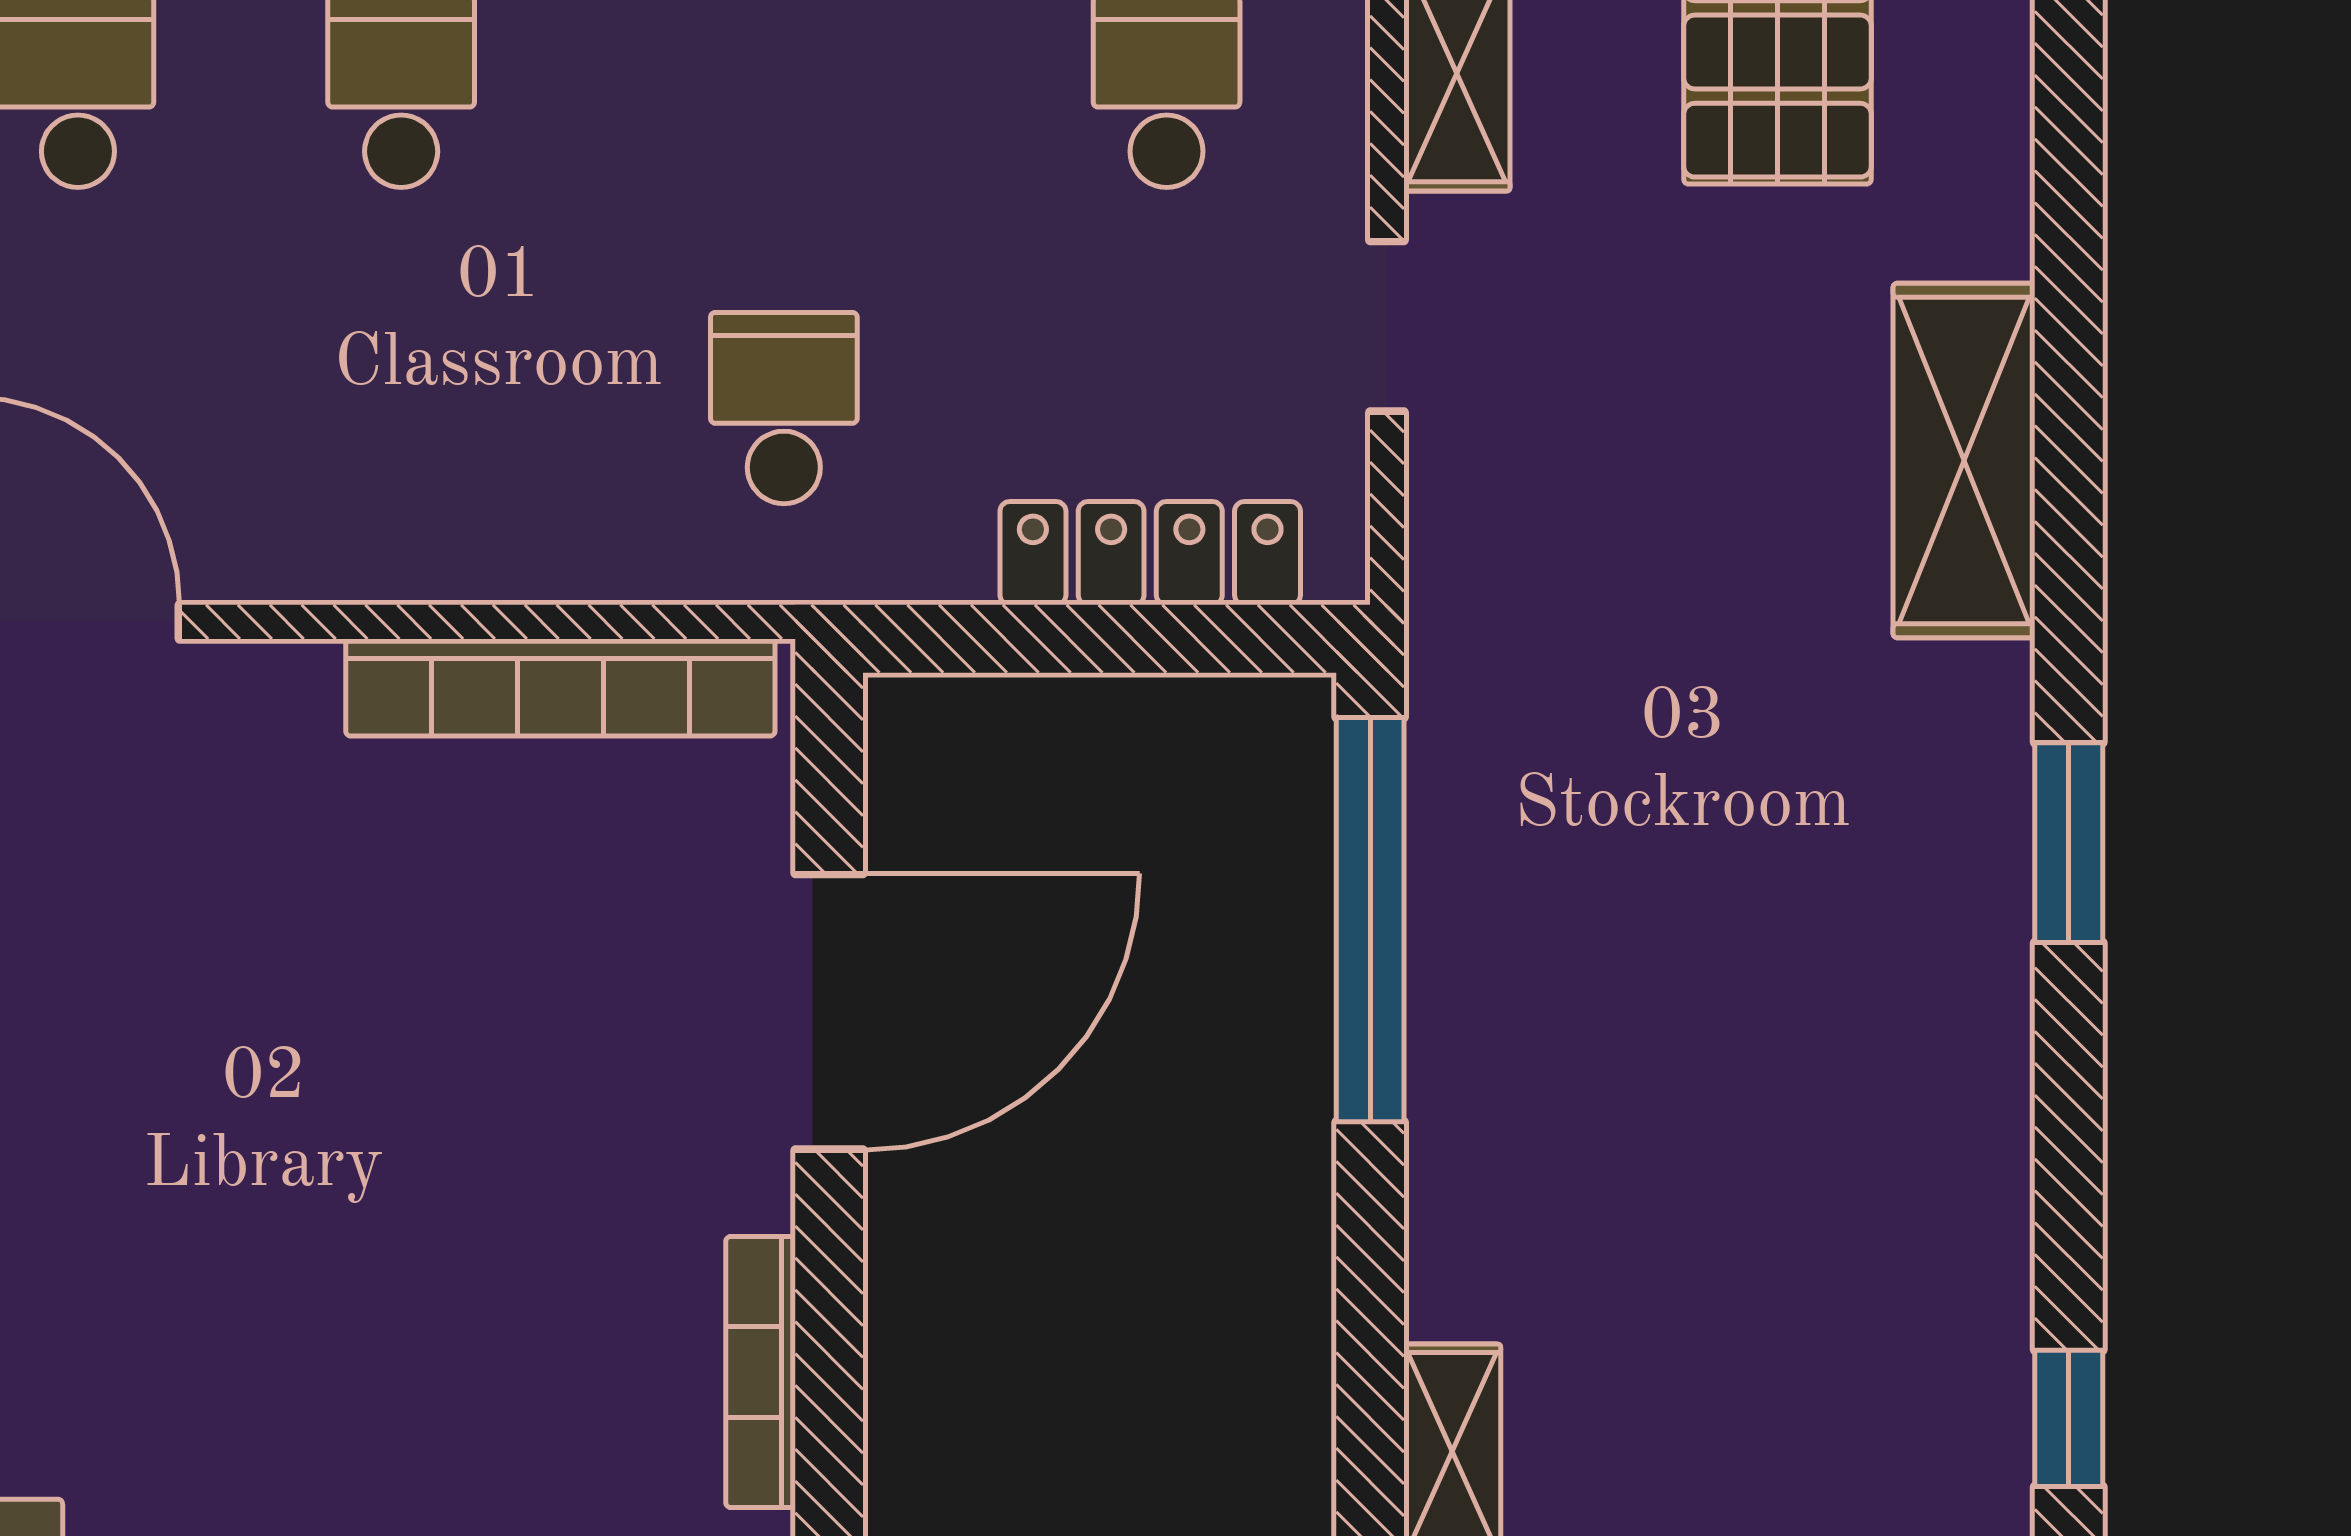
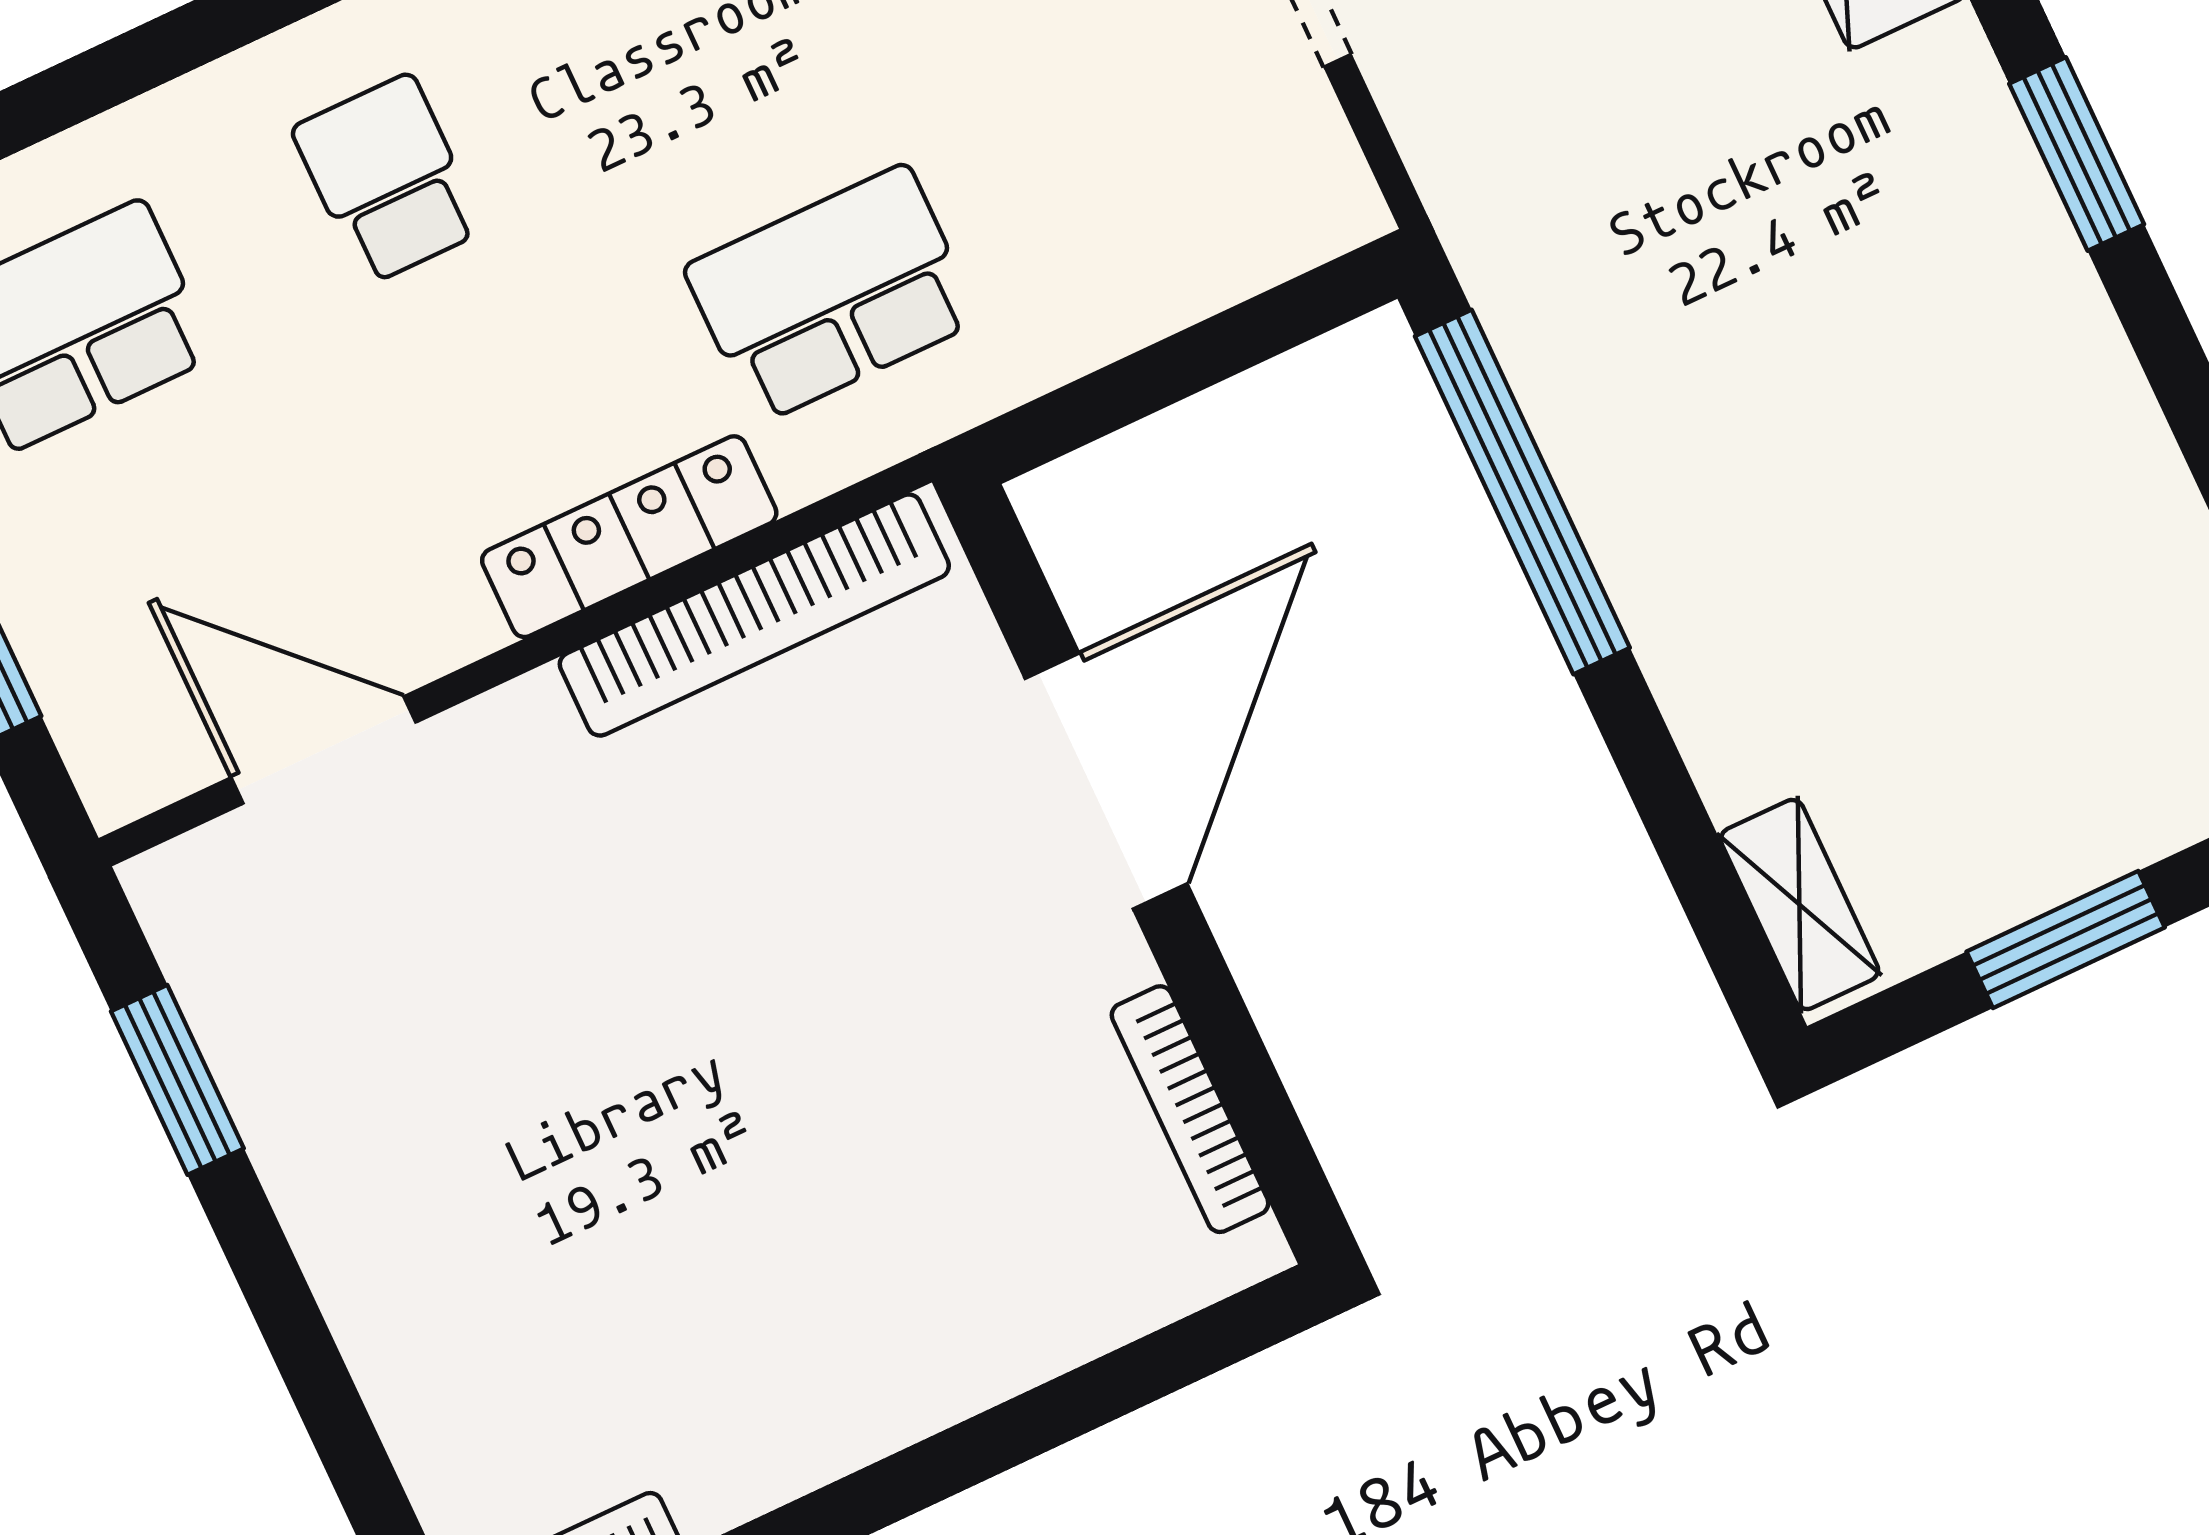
school desk: (784, 408) -> (832, 294), width x1.85
locker: (1150, 553) -> (629, 537), moved

